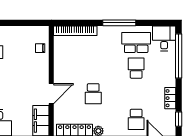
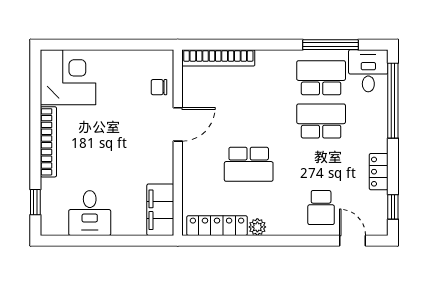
window: (119, 23) -> (330, 45), moved
school desk: (136, 68) -> (321, 121), width x1.85
door: (51, 94) -> (178, 124), moved
school desk: (93, 94) -> (249, 164), width x1.85

